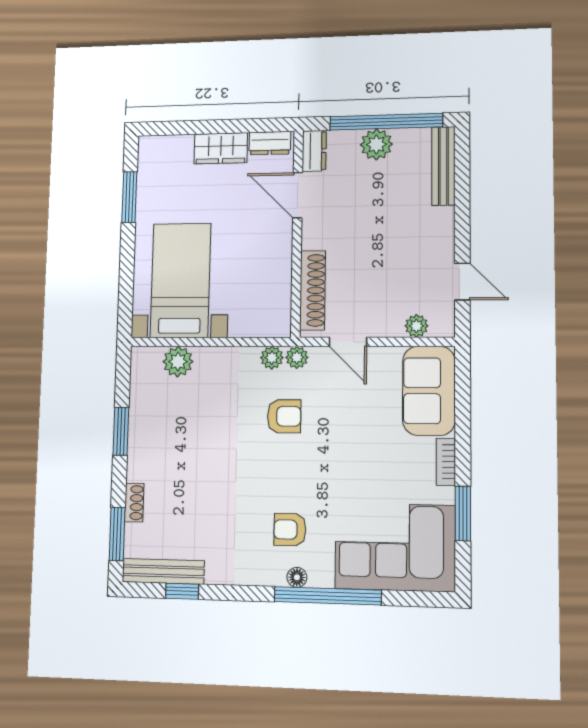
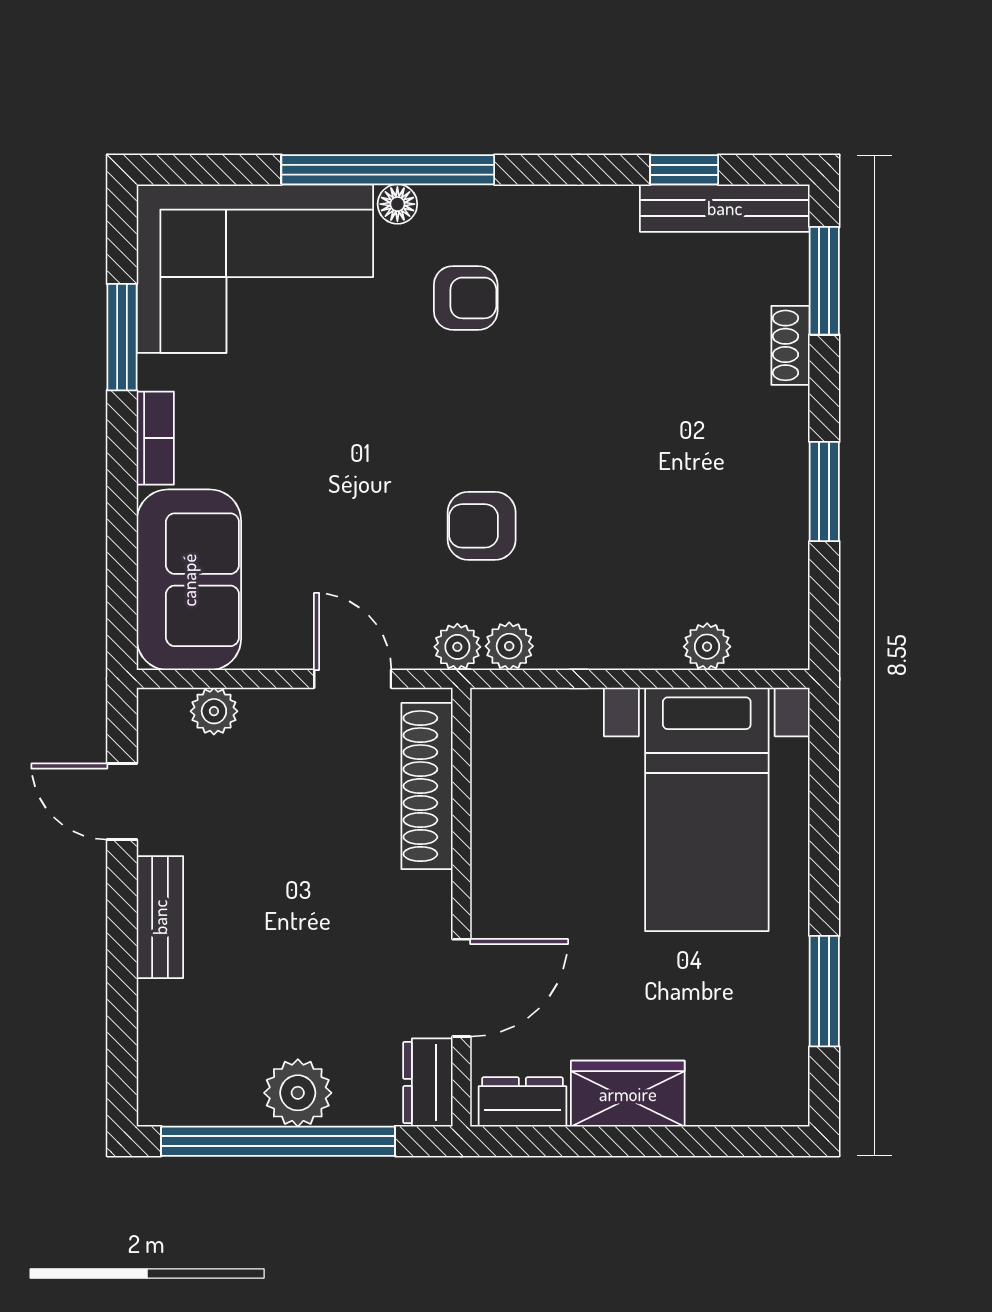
bench: (443, 166) -> (160, 917), moved, width x0.73
door: (298, 195) -> (461, 988), hinge flipped
plant: (178, 362) -> (707, 647), width x0.73, depth x0.73
floor lamp: (297, 577) -> (397, 204), moved

